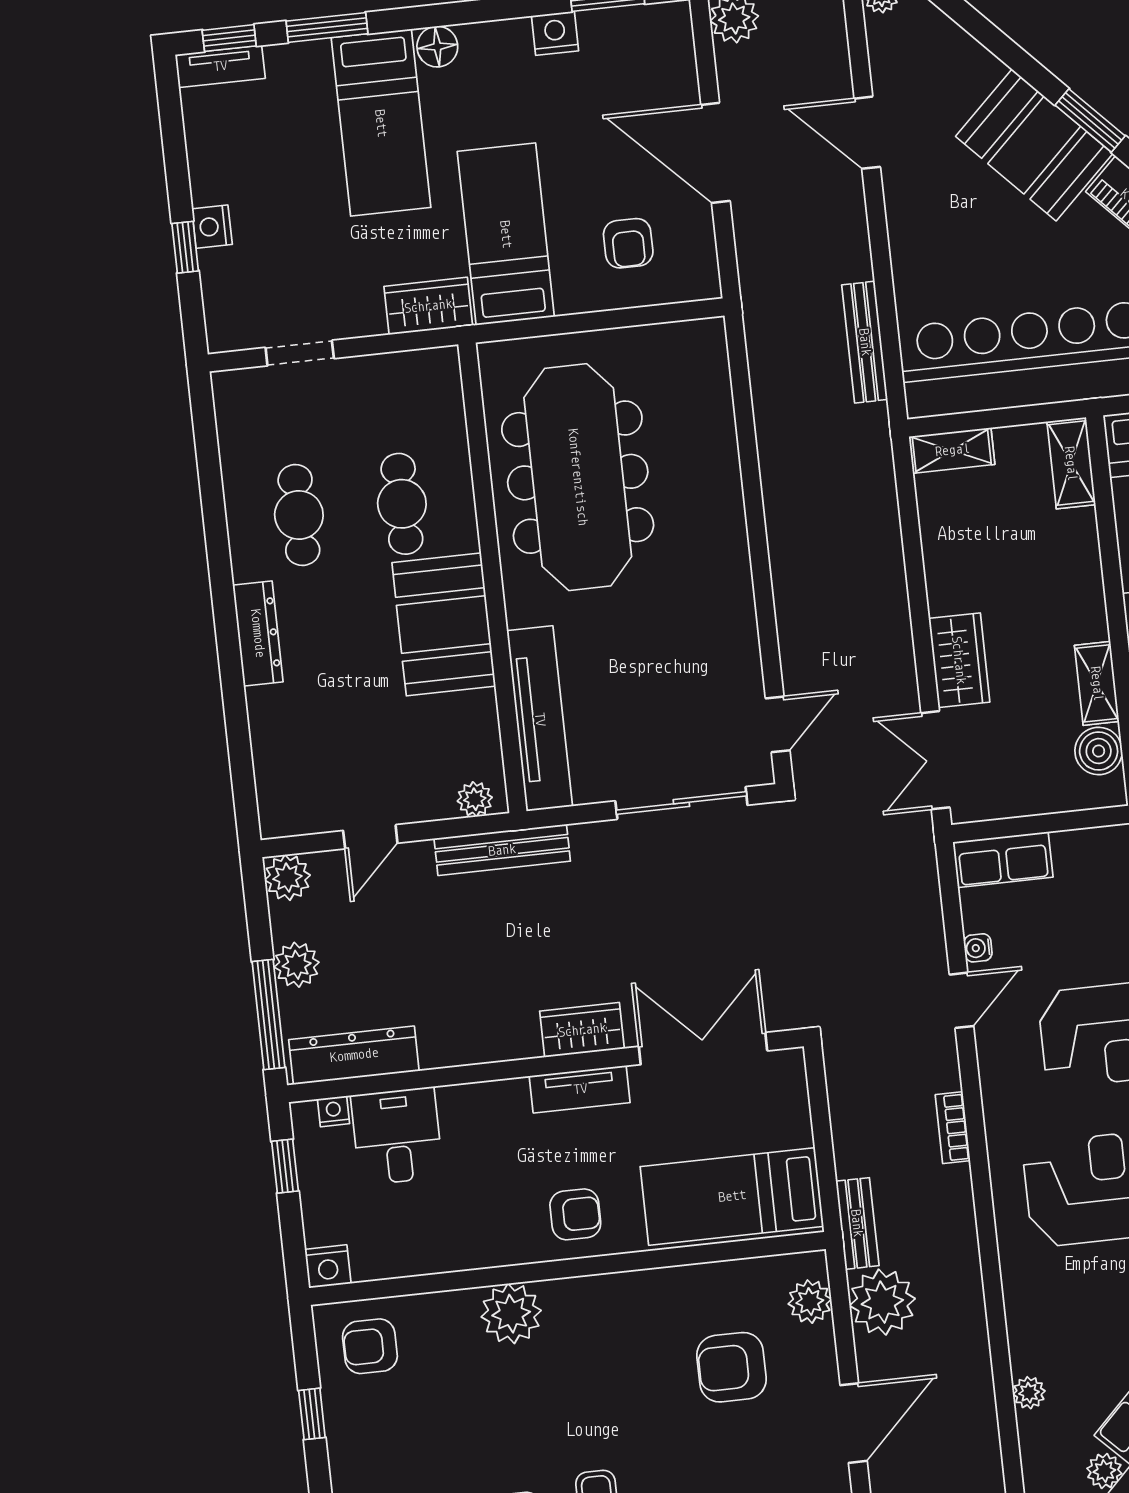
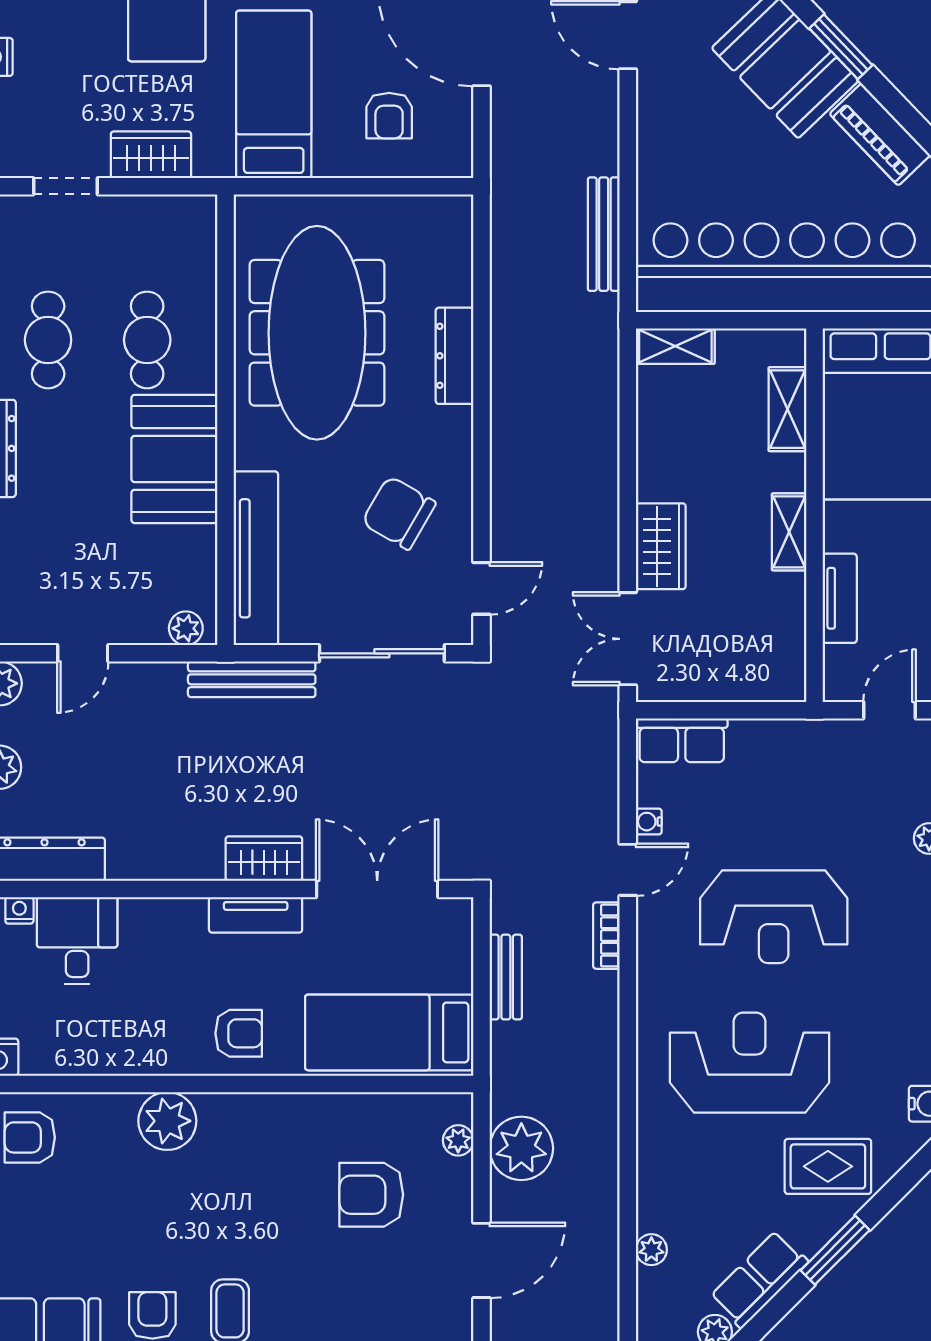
wardrobe: (428, 306) -> (151, 155), moved
shelving: (1071, 463) -> (788, 409), moved
dresser: (723, 486) -> (455, 356), added
chair: (683, 655) -> (399, 513), added
shelving: (1097, 683) -> (789, 532), moved
boiler: (1099, 751) -> (784, 647), removed
bench: (502, 850) -> (252, 679), moved
bookcase: (953, 1128) -> (606, 936), moved
bench: (857, 1223) -> (506, 977), moved
plant: (810, 1302) -> (458, 1140), width x0.73, depth x0.73

